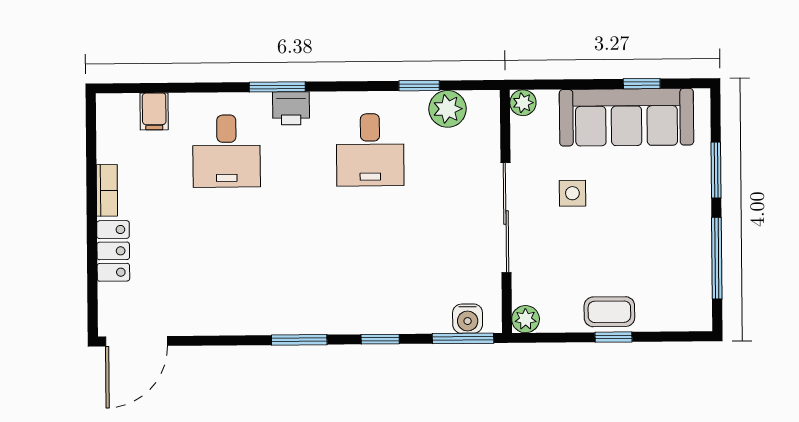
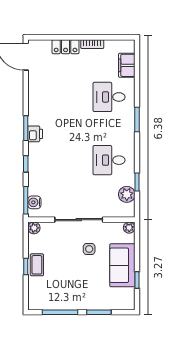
printer: (291, 108) -> (35, 134), moved, turned 180
filing cabinet: (154, 111) -> (127, 65), width x2.00
sofa: (626, 117) -> (122, 265), width x0.73

